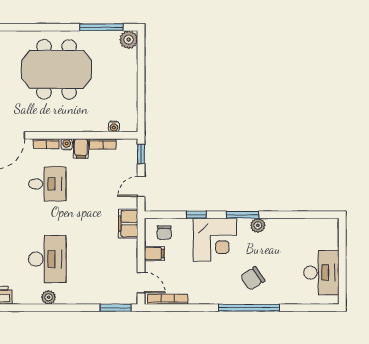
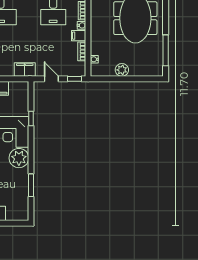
plant: (129, 40) -> (122, 70), moved
window: (243, 215) -> (31, 185), moved
plant: (258, 225) -> (19, 158), width x1.88, depth x1.88
chair: (164, 233) -> (18, 95), removed

